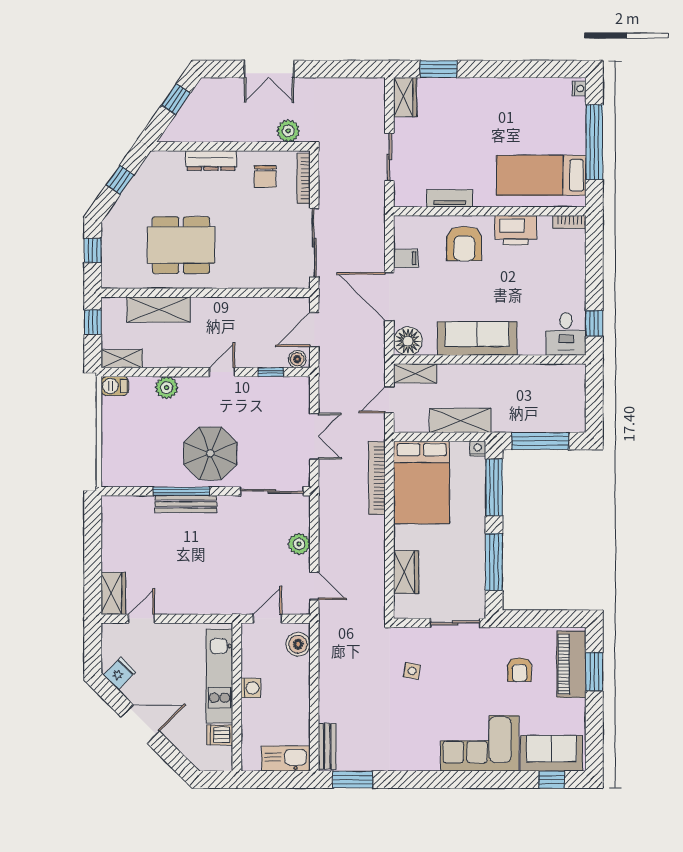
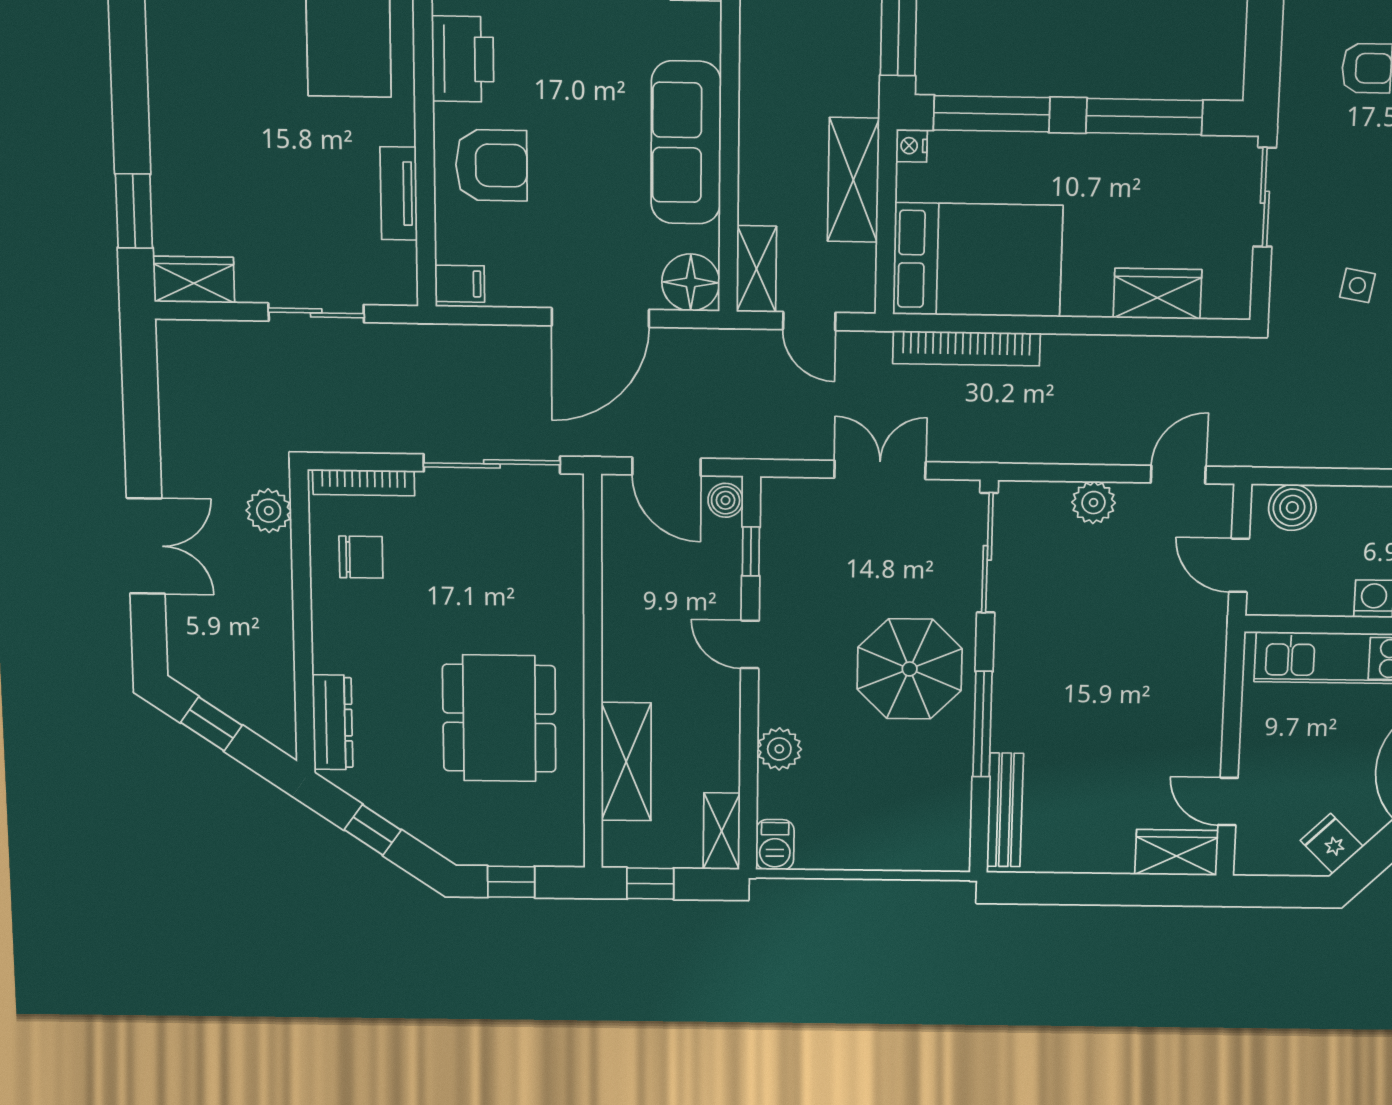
dresser: (211, 160) -> (333, 722), moved
filing cabinet: (406, 258) -> (460, 284), moved, turned 90
bench: (186, 504) -> (1005, 810), moved

